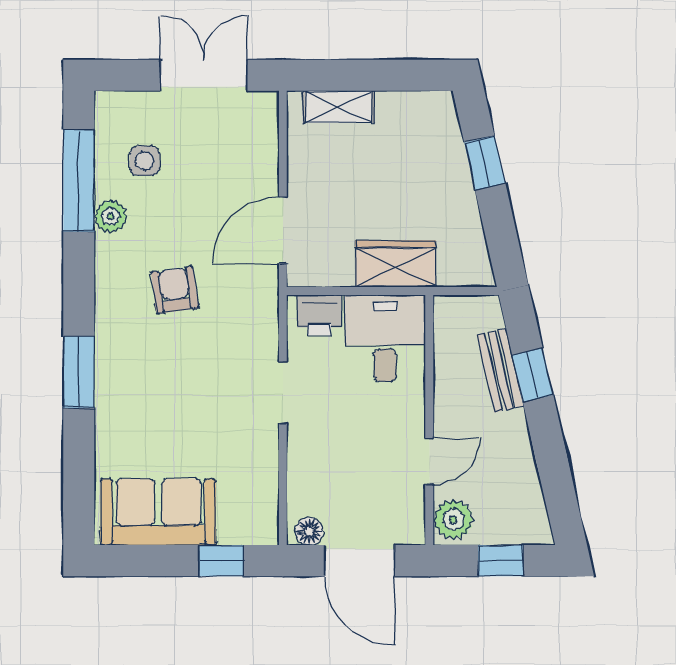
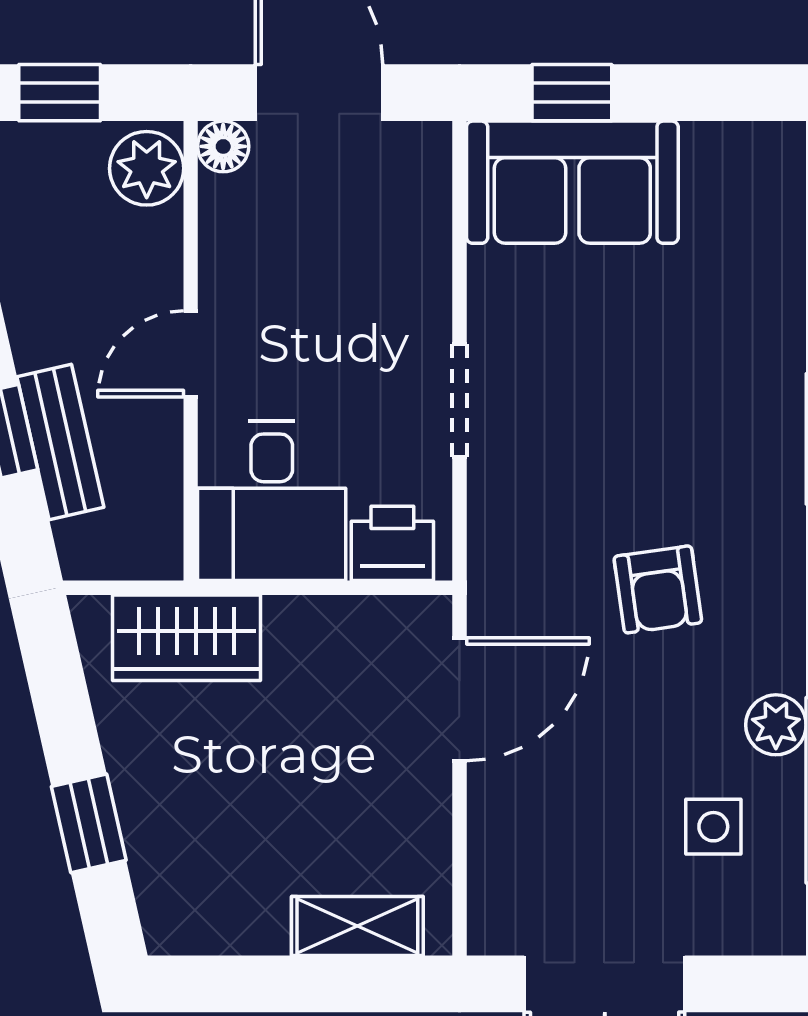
wardrobe: (396, 264) -> (187, 638), moved
door: (429, 462) -> (191, 354), moved
sofa: (158, 512) -> (572, 182), moved
floor lamp: (309, 531) -> (223, 146), moved

